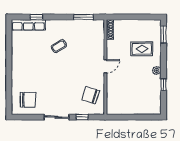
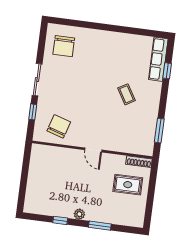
window: (164, 34) -> (100, 226), moved
rug: (142, 49) -> (128, 185), moved, turned 90

